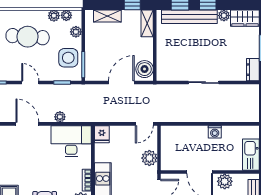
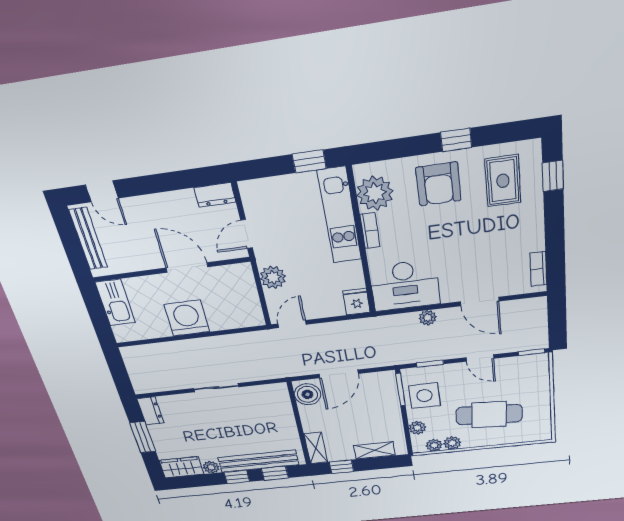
washing machine: (215, 132) -> (187, 318), width x1.89, depth x1.89
plant: (225, 181) -> (143, 259), removed

